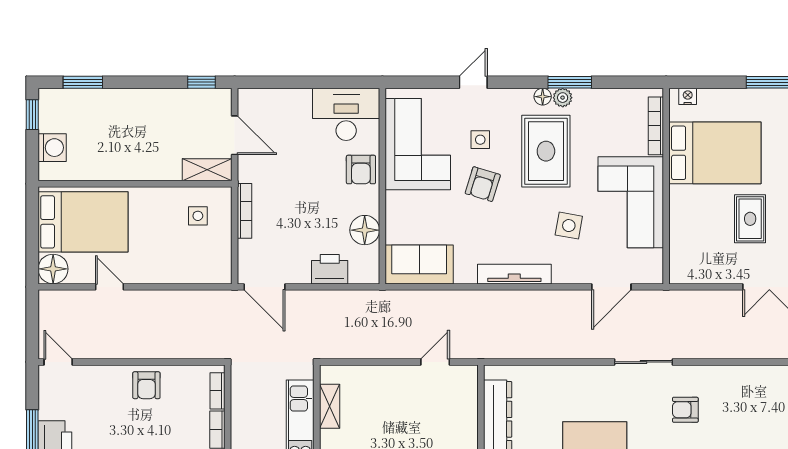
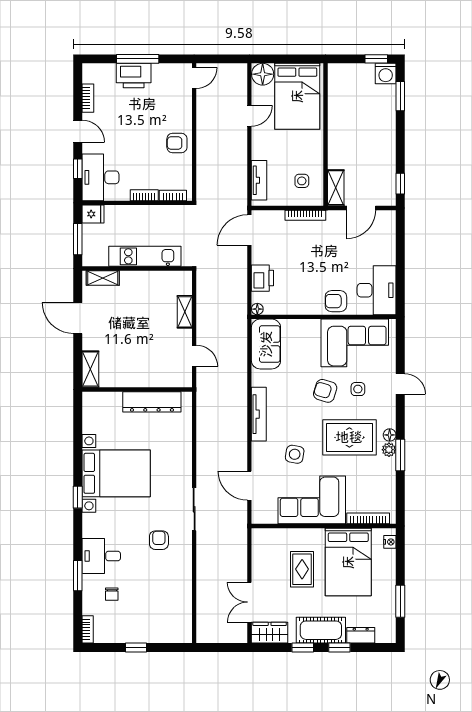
washing machine: (52, 148) -> (386, 74), moved
rug: (750, 219) -> (302, 569), moved, turned 90
floor lamp: (365, 230) -> (257, 309), moved, width x0.53, depth x0.53
tv unit: (197, 274) -> (259, 180), added
shelving: (330, 406) -> (185, 312), moved, turned 90

